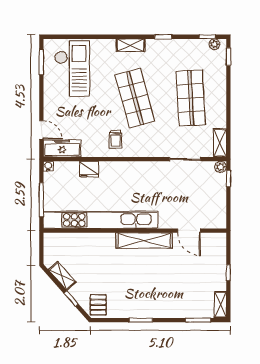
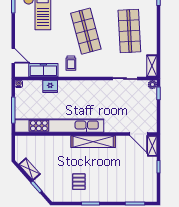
freezer: (62, 148) -> (43, 70), moved
door: (189, 231) -> (139, 134), moved
pallet: (98, 305) -> (79, 182), moved
shelving: (220, 305) -> (152, 146), moved

